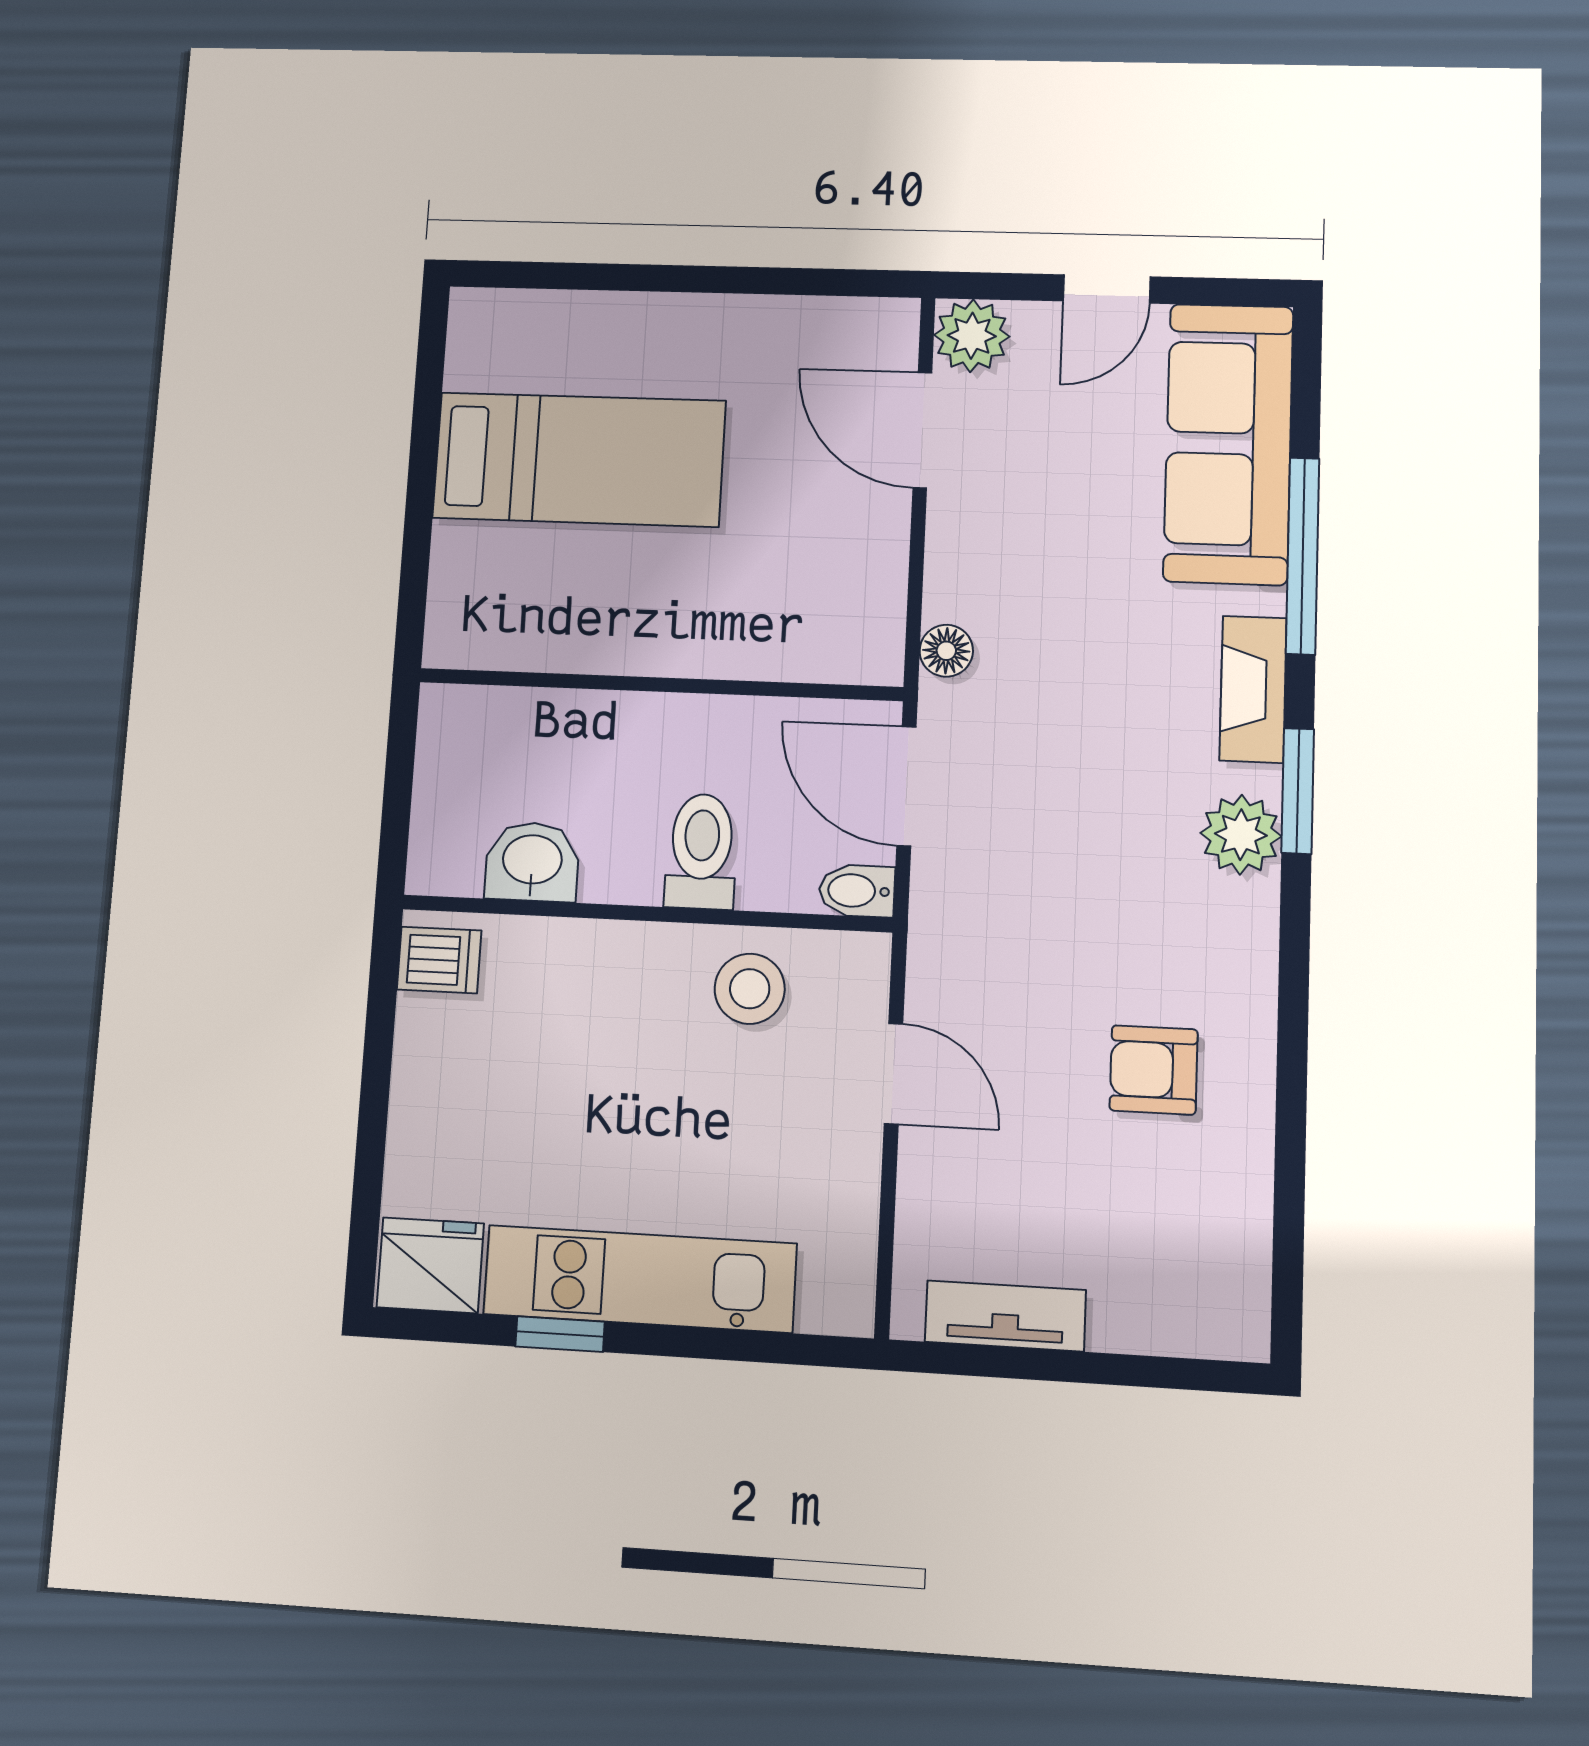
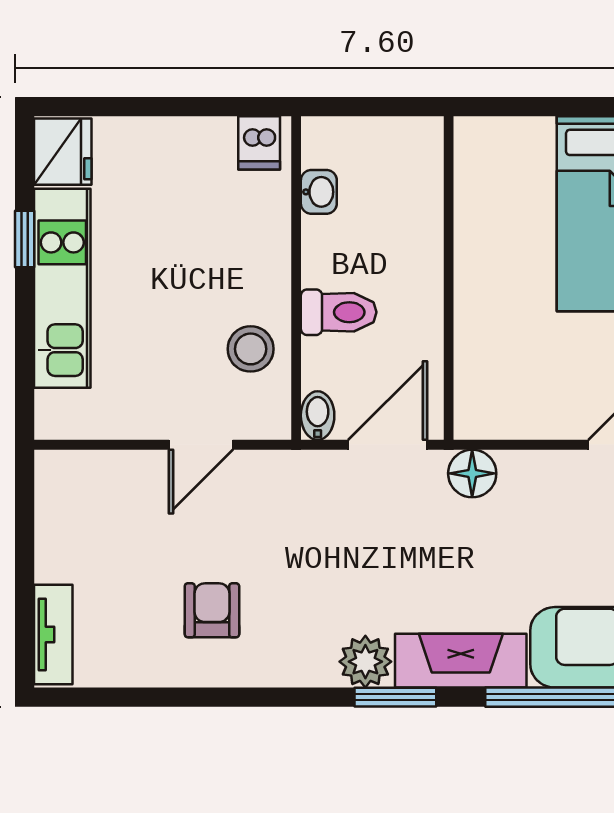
floor lamp: (946, 651) -> (472, 473), width x1.37, depth x1.37
fireplace: (1253, 689) -> (461, 661), width x1.37, depth x1.32
washbasin: (532, 862) -> (319, 192), width x0.72, depth x0.69
tv unit: (1005, 1316) -> (53, 634), moved

